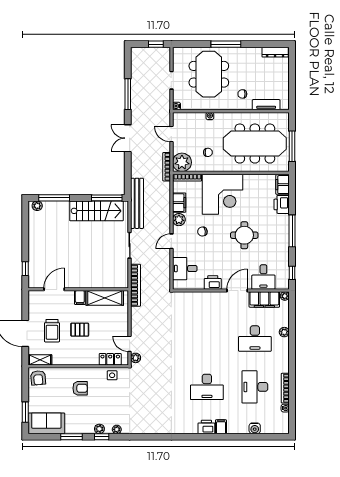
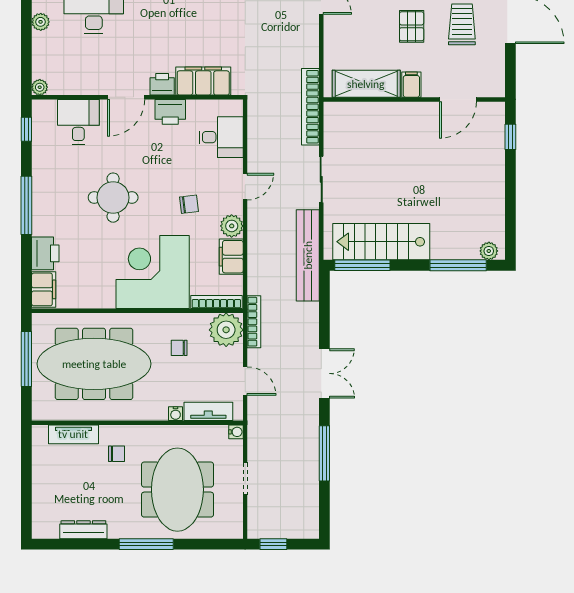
dresser: (275, 52) -> (83, 530), moved
tv unit: (192, 117) -> (208, 411), added
printer: (217, 298) -> (162, 84), added
filing cabinet: (264, 299) -> (203, 81), moved
pallet: (80, 330) -> (412, 26), turned 90

